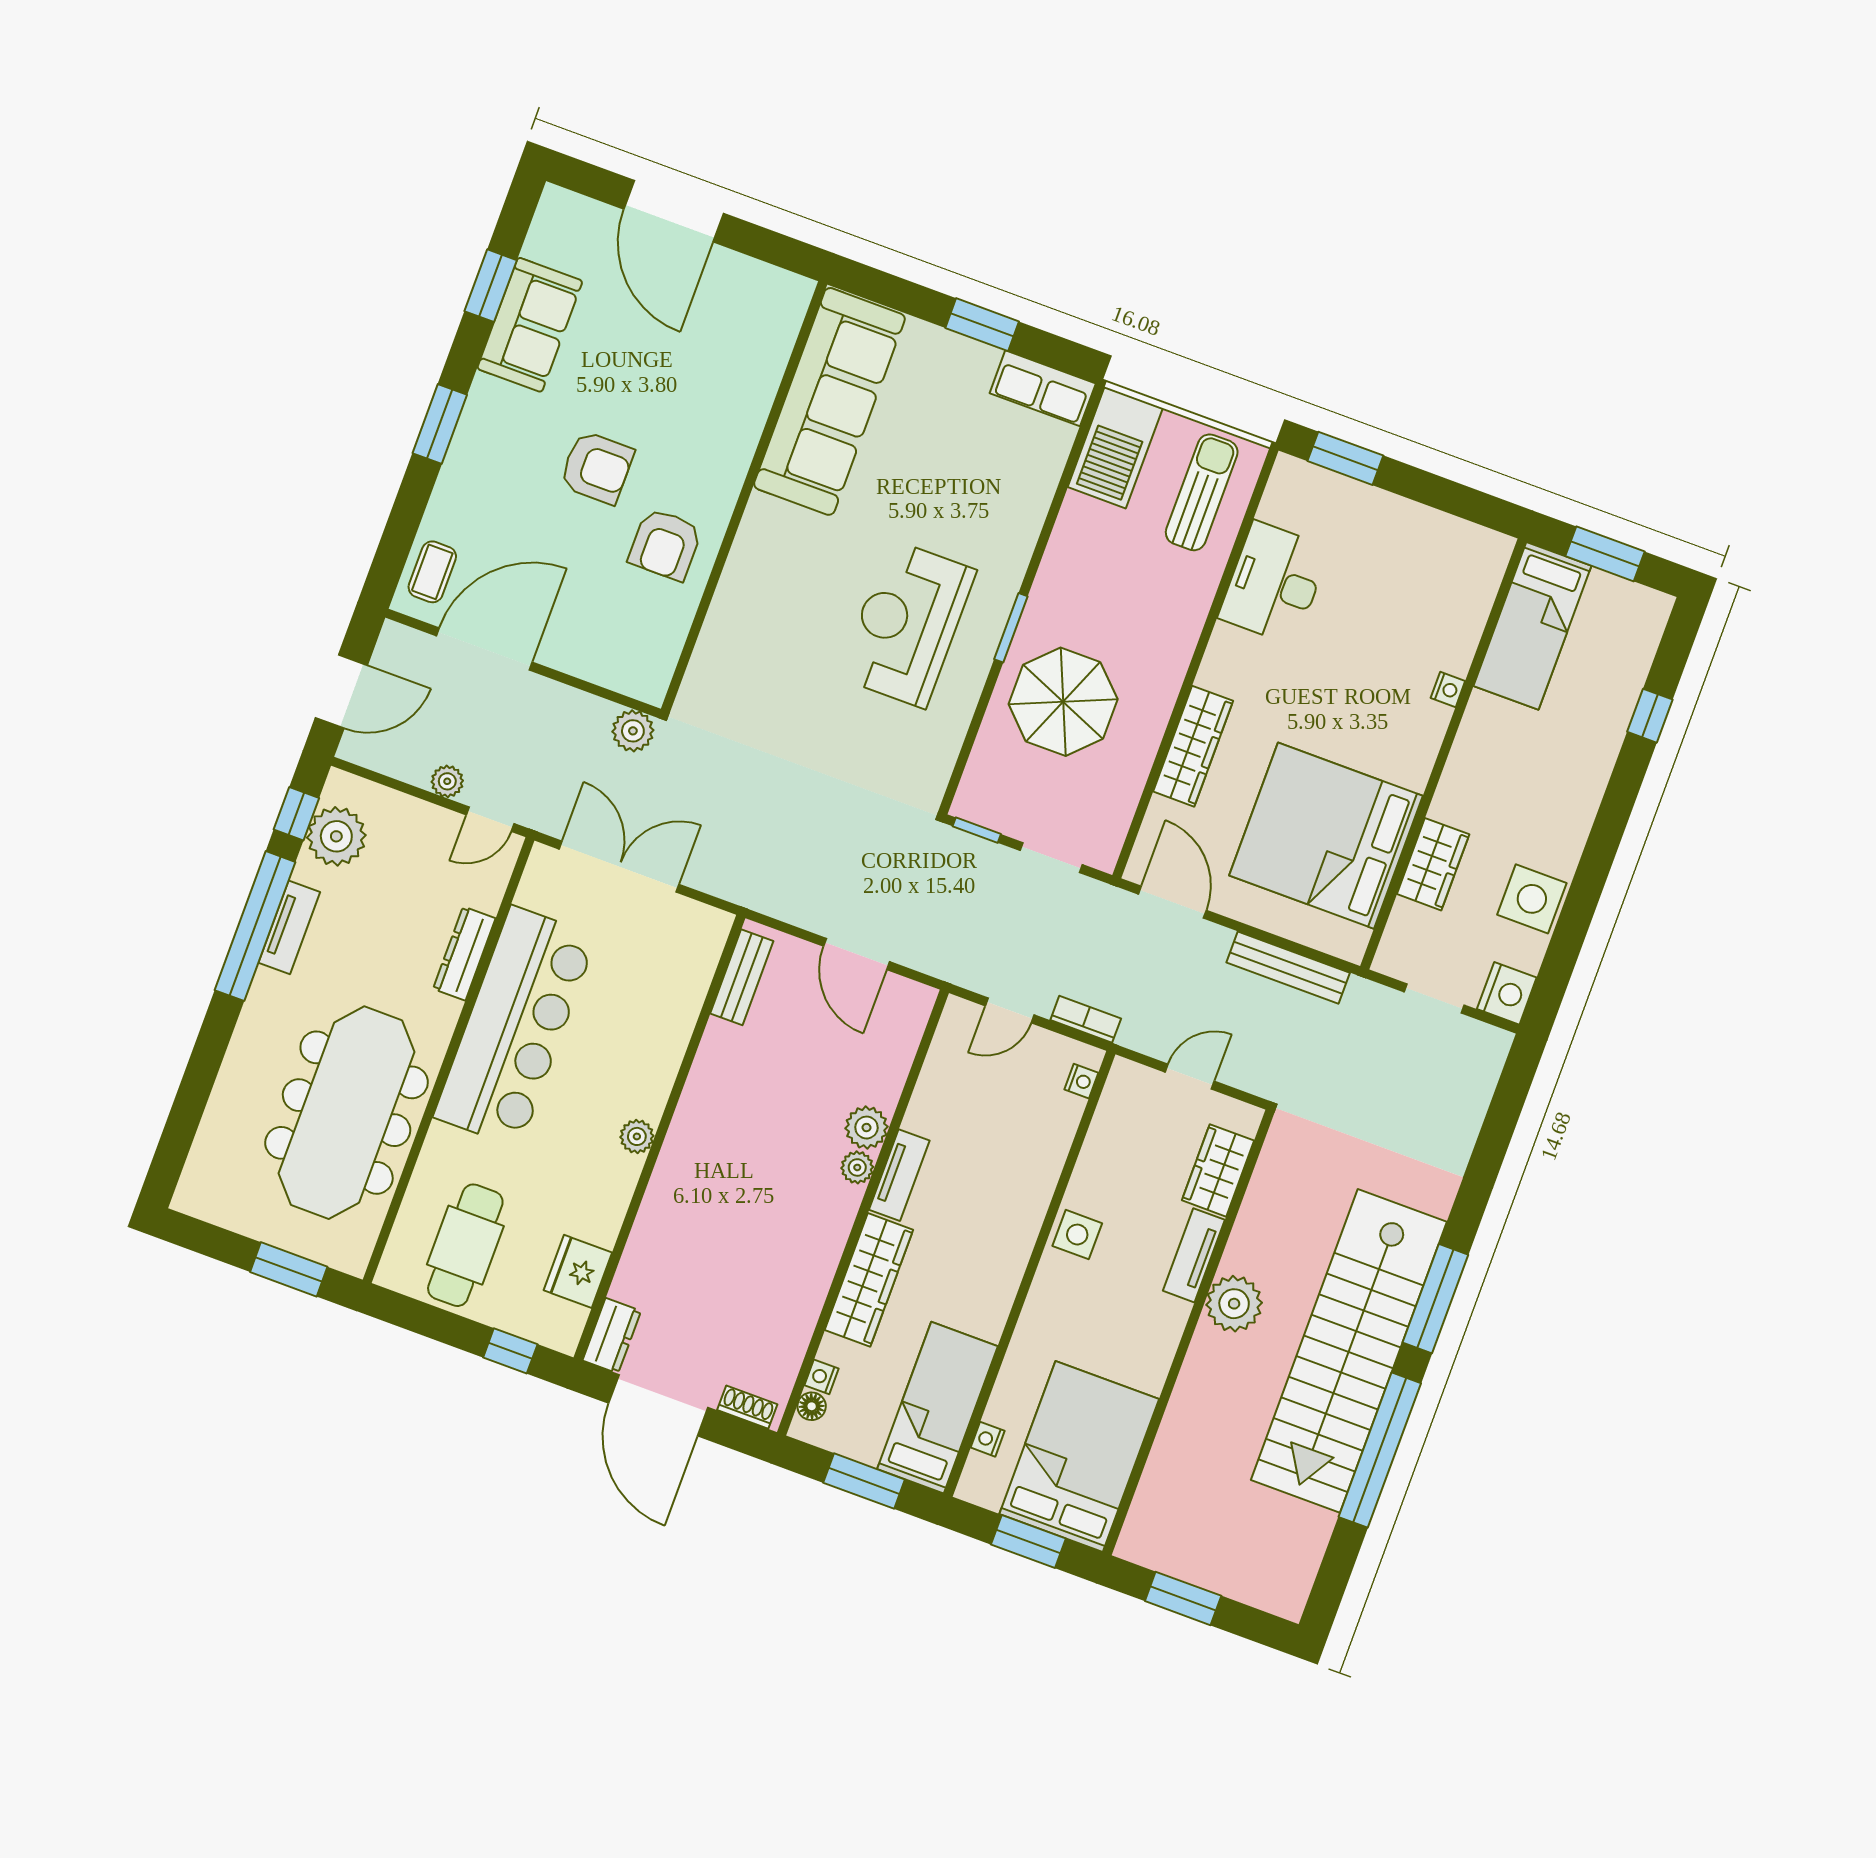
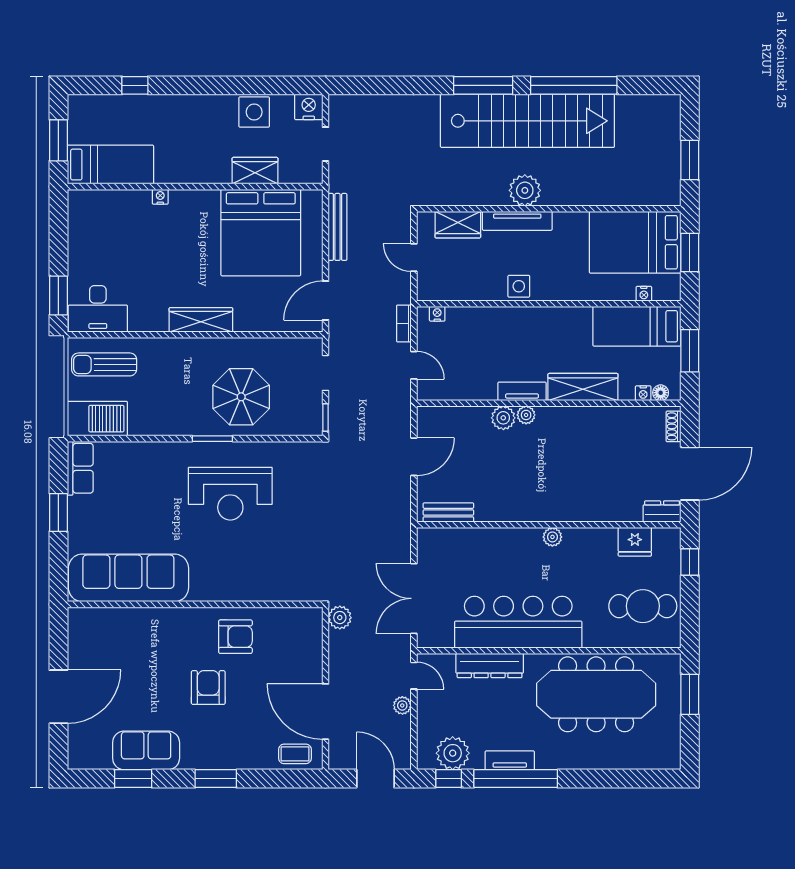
desk: (1274, 583) -> (98, 309), moved
wardrobe: (1193, 746) -> (201, 320), moved
dresser: (464, 954) -> (490, 666), width x1.37, depth x1.24
tv unit: (1194, 1255) -> (517, 221), width x1.41

